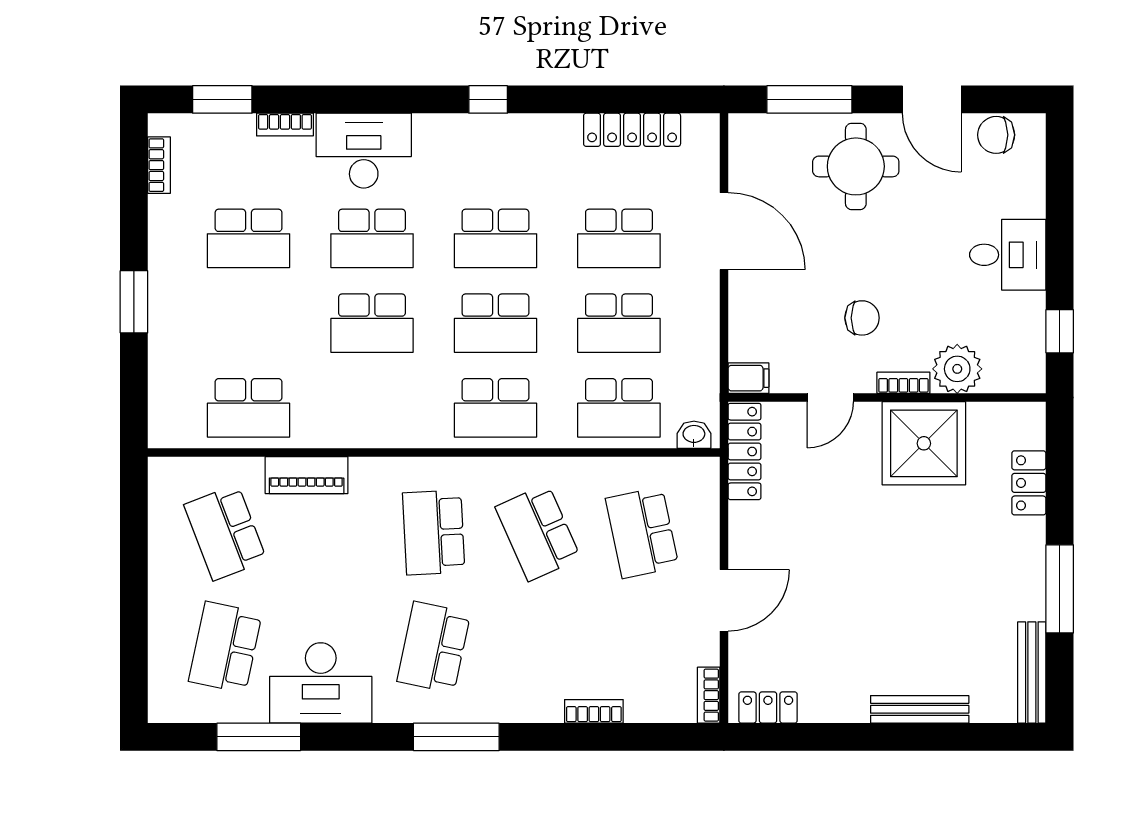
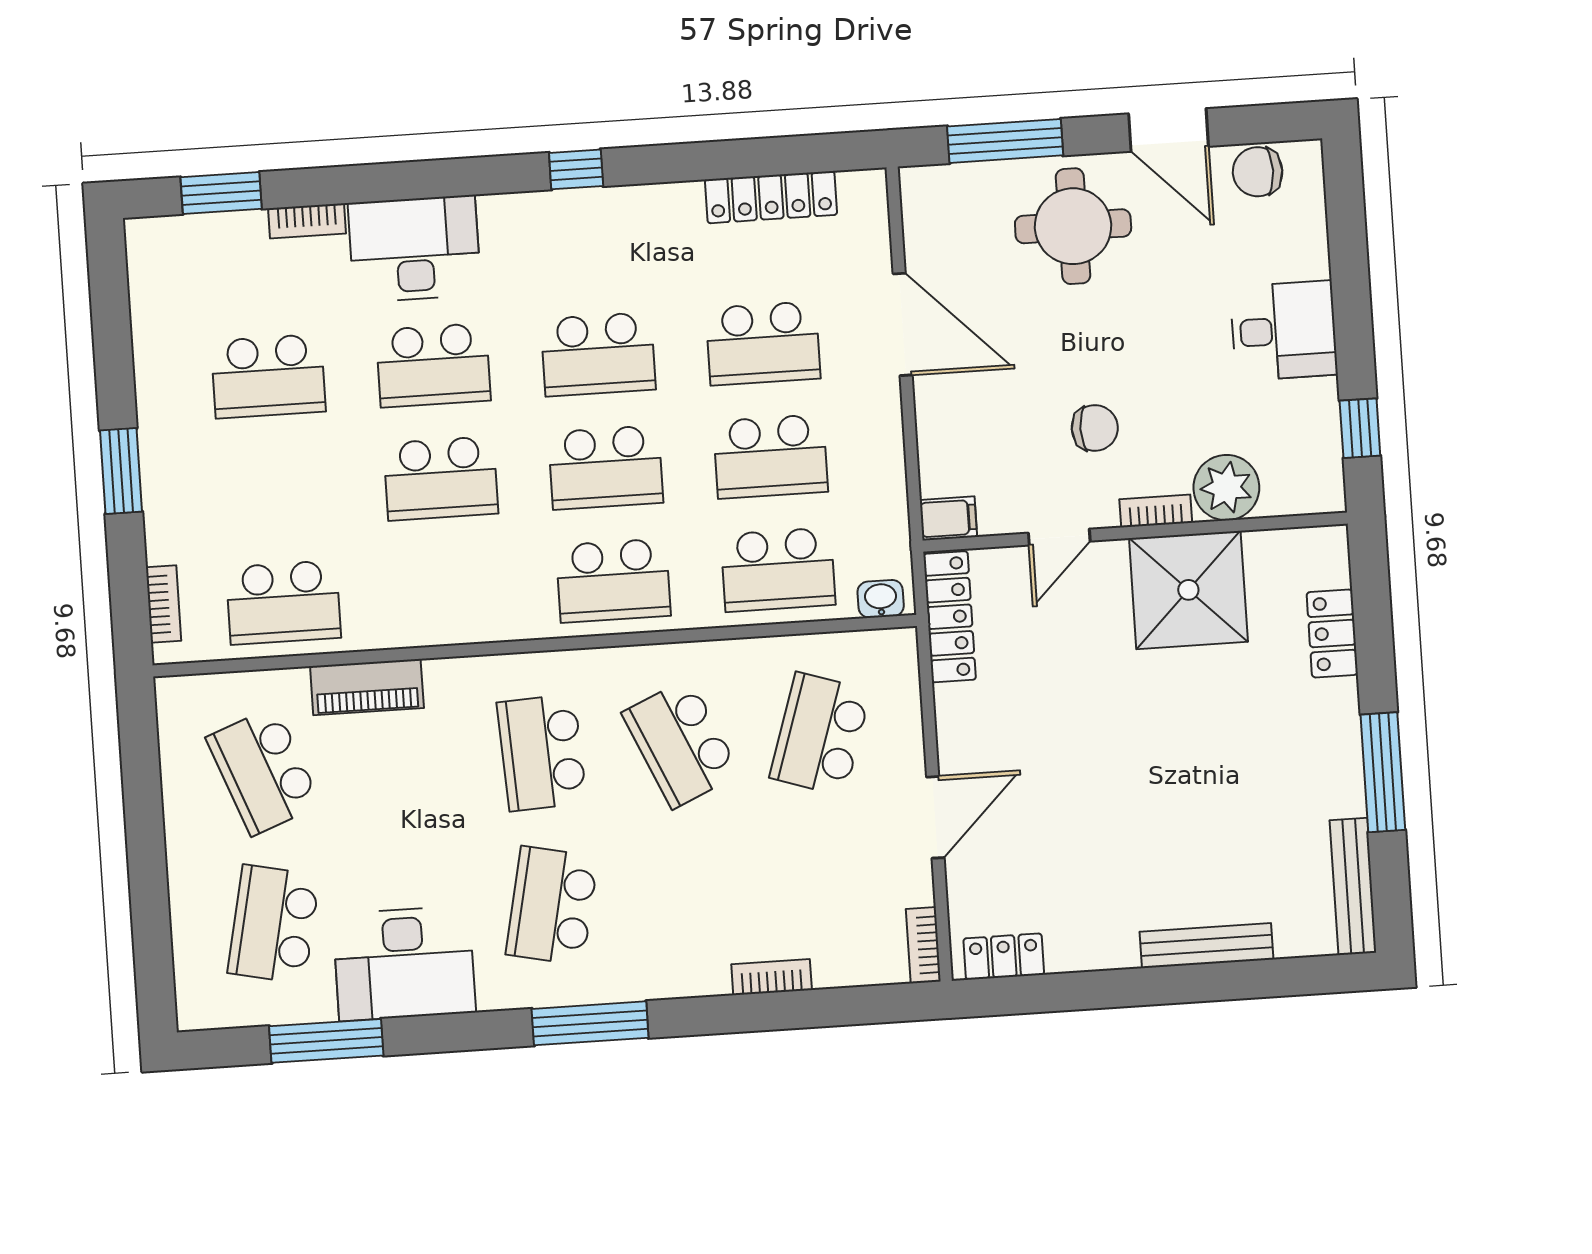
bookcase: (159, 165) -> (163, 604), moved
school desk: (642, 533) -> (820, 734), turned 30

